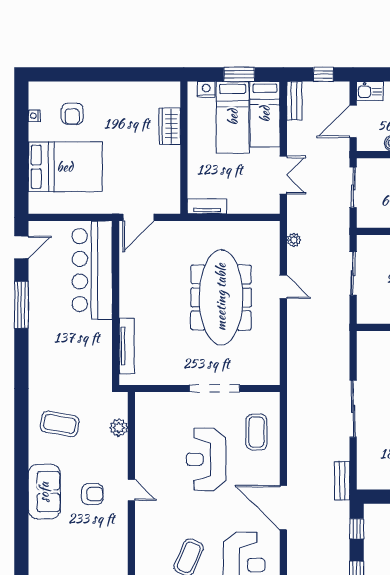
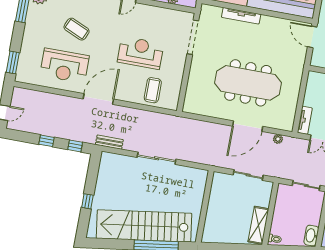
tv unit: (207, 206) -> (305, 120), moved
door: (283, 287) -> (248, 126), width x1.88
tv unit: (127, 346) -> (241, 16), moved
doorway: (215, 388) -> (193, 37), moved
coffee table: (256, 432) -> (153, 90), turned 90

